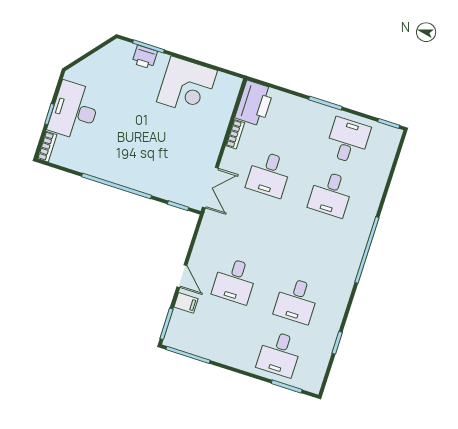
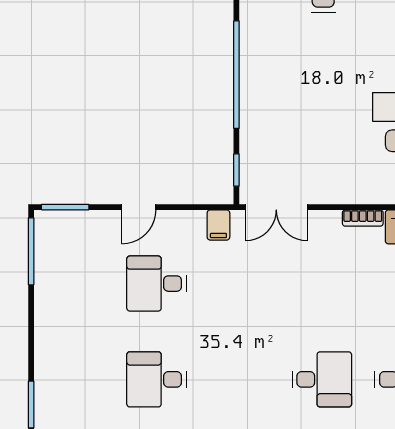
desk: (269, 174) -> (322, 284), removed
desk: (331, 194) -> (322, 379), turned 180
filing cabinet: (186, 303) -> (218, 225), moved
desk: (279, 354) -> (74, 379), removed

